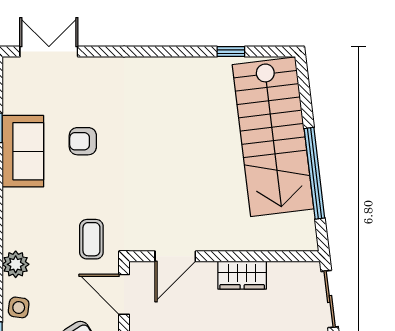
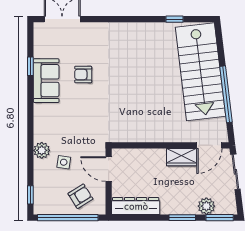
coffee table: (91, 239) -> (88, 135), removed
door: (175, 256) -> (209, 145), moved
side table: (19, 307) -> (64, 162), moved

